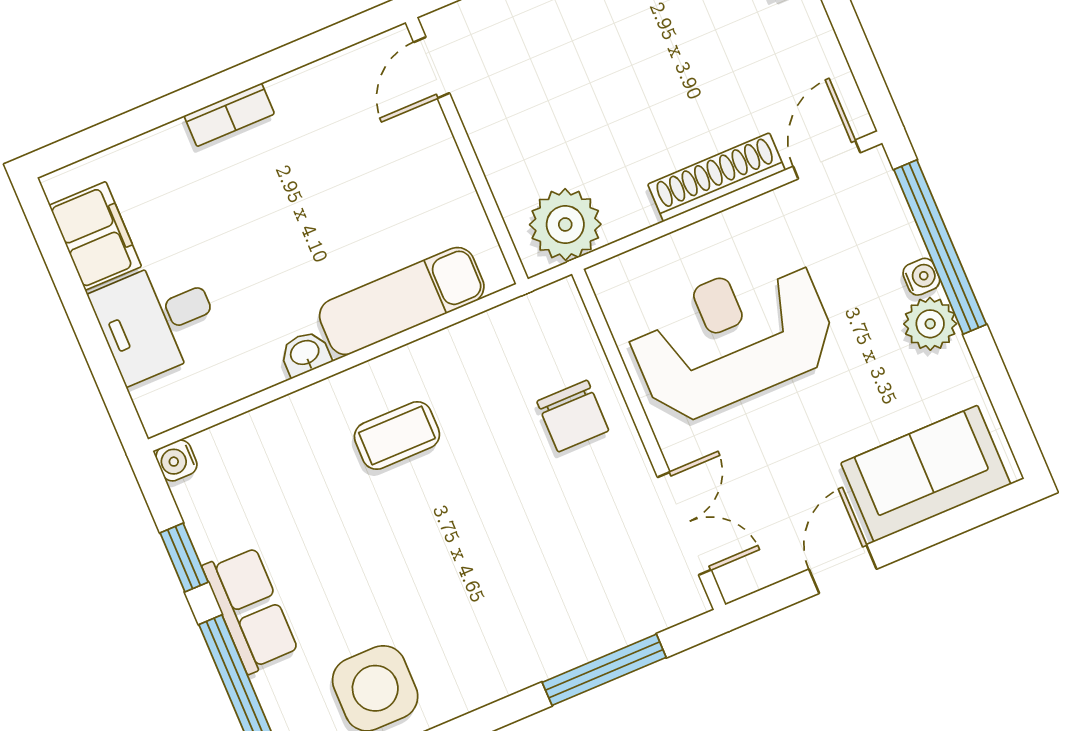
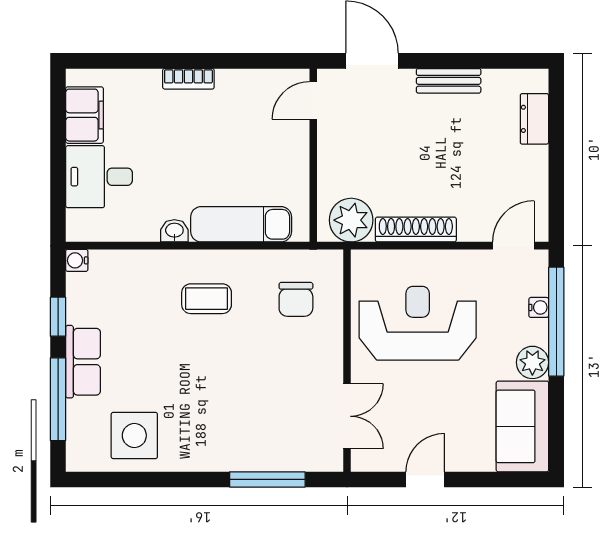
shoe rack: (717, 177) -> (416, 229), moved
water cooler: (921, 277) -> (539, 307), moved
chair: (573, 416) -> (296, 299), moved
sofa: (926, 474) -> (522, 426), moved, turned -90

